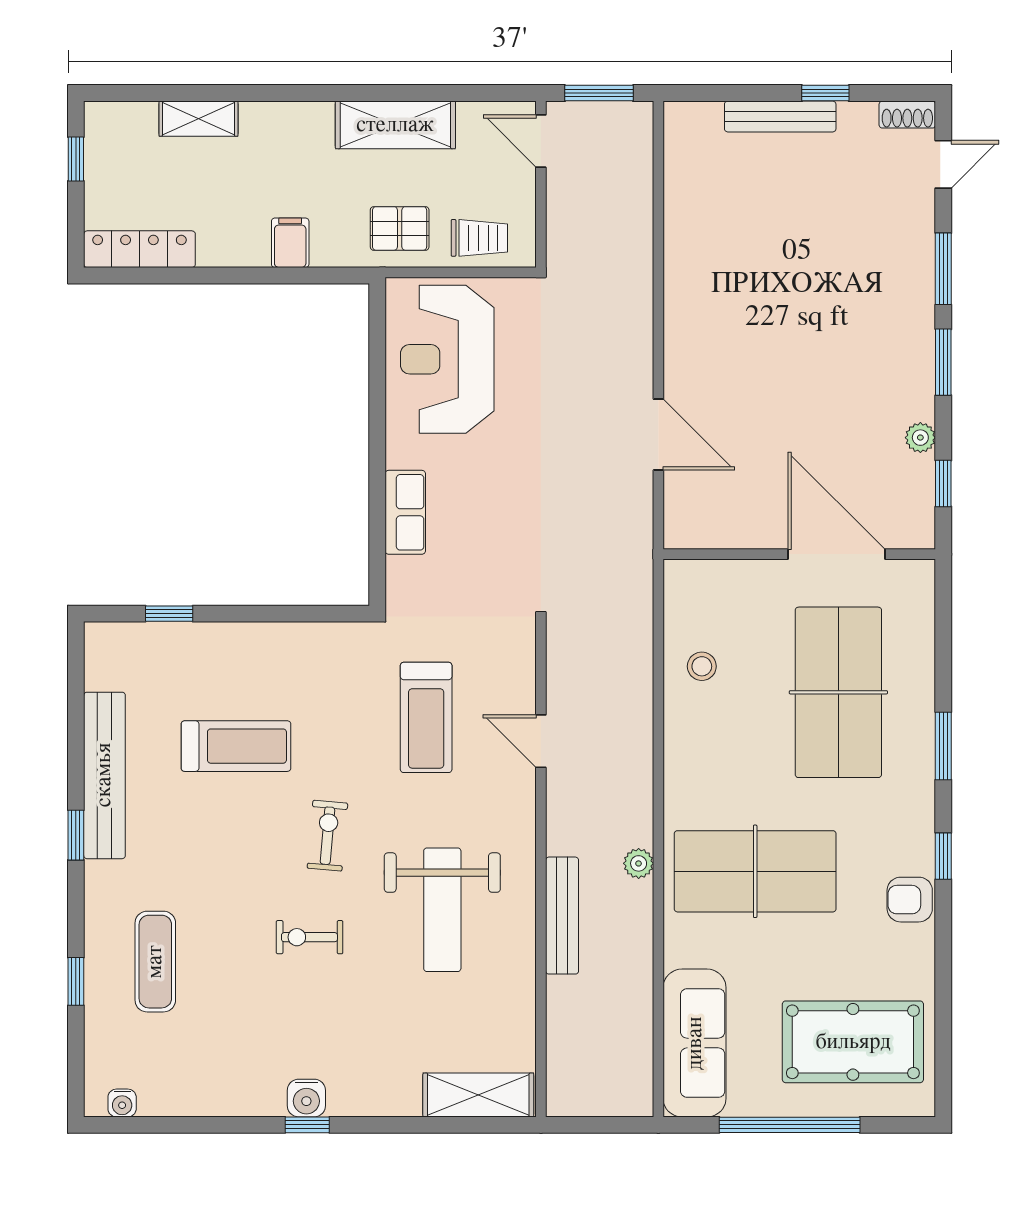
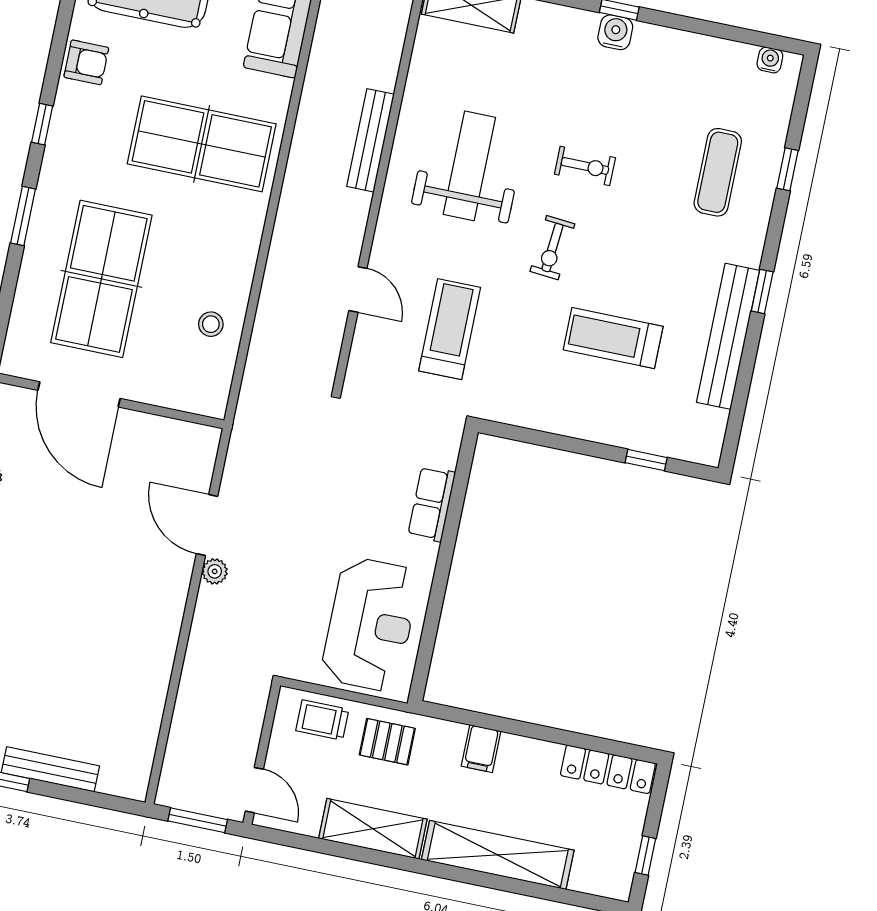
shelving: (198, 119) -> (498, 855), width x2.20, depth x1.33
plant: (639, 863) -> (215, 571), moved
armchair: (910, 900) -> (86, 62), moved

